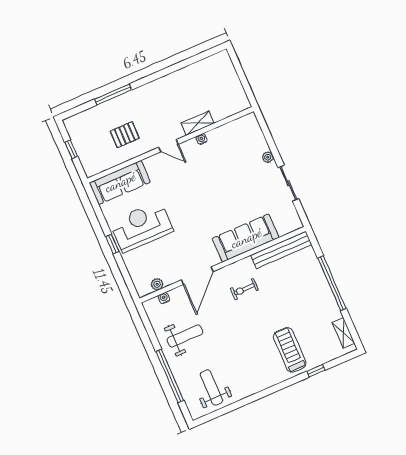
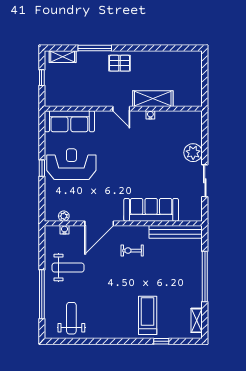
shelving: (83, 118) -> (63, 57), added
shelving: (198, 123) -> (153, 99), width x1.50, depth x1.33
pallet: (125, 135) -> (120, 63), moved
plant: (268, 157) -> (193, 153), width x1.88, depth x1.88

